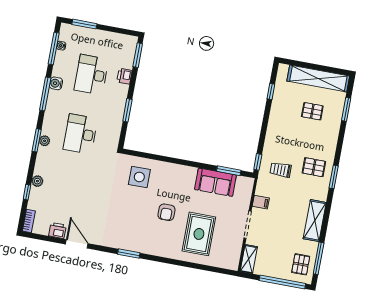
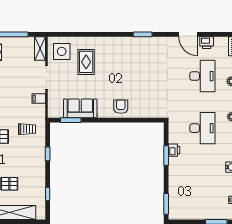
desk: (91, 75) -> (202, 76), moved
printer: (124, 76) -> (174, 150), moved
window: (258, 162) -> (48, 154), moved
side table: (139, 177) -> (62, 51), moved
armchair: (166, 212) -> (121, 107), moved
rug: (199, 234) -> (86, 62), width x0.73, depth x0.70

